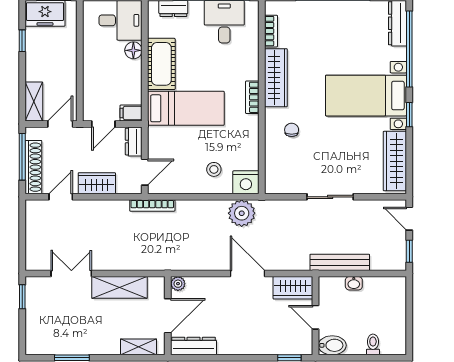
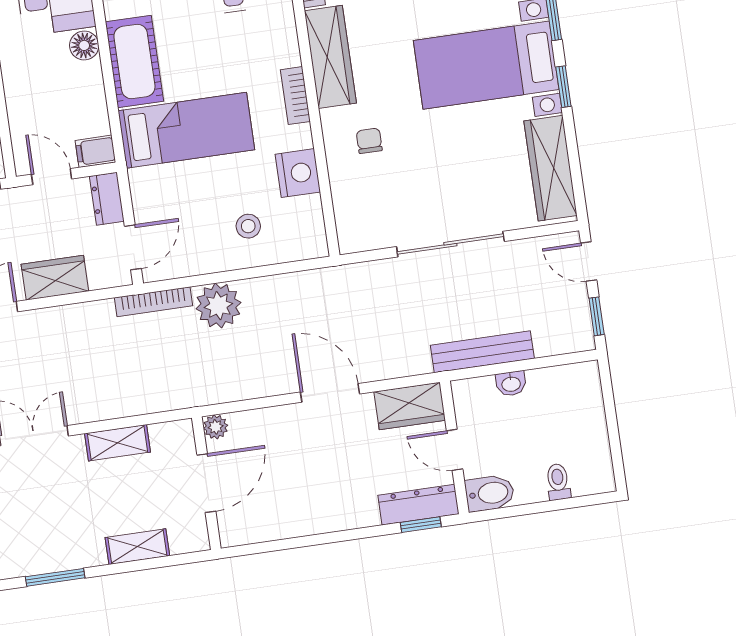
door: (103, 124) -> (52, 177), swing flipped
nightstand: (246, 182) -> (298, 173), moved, turned -90
sliding door: (330, 197) -> (450, 244), width x1.37
plant: (242, 213) -> (218, 306), moved
shelving: (120, 287) -> (118, 443), width x0.67, depth x0.75
dresser: (194, 346) -> (418, 505), moved
shelving: (138, 347) -> (137, 547), moved

